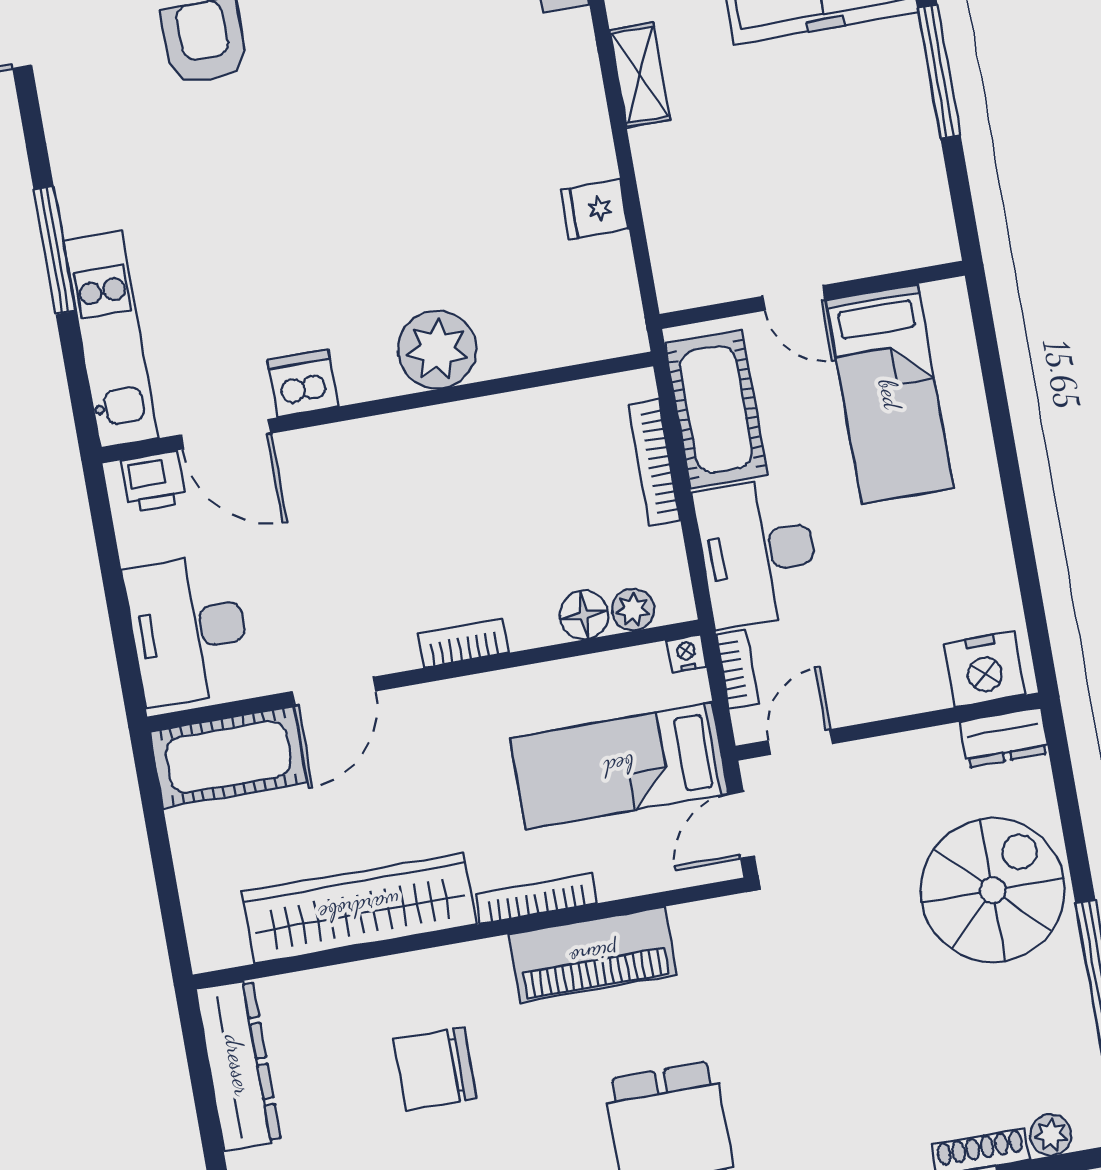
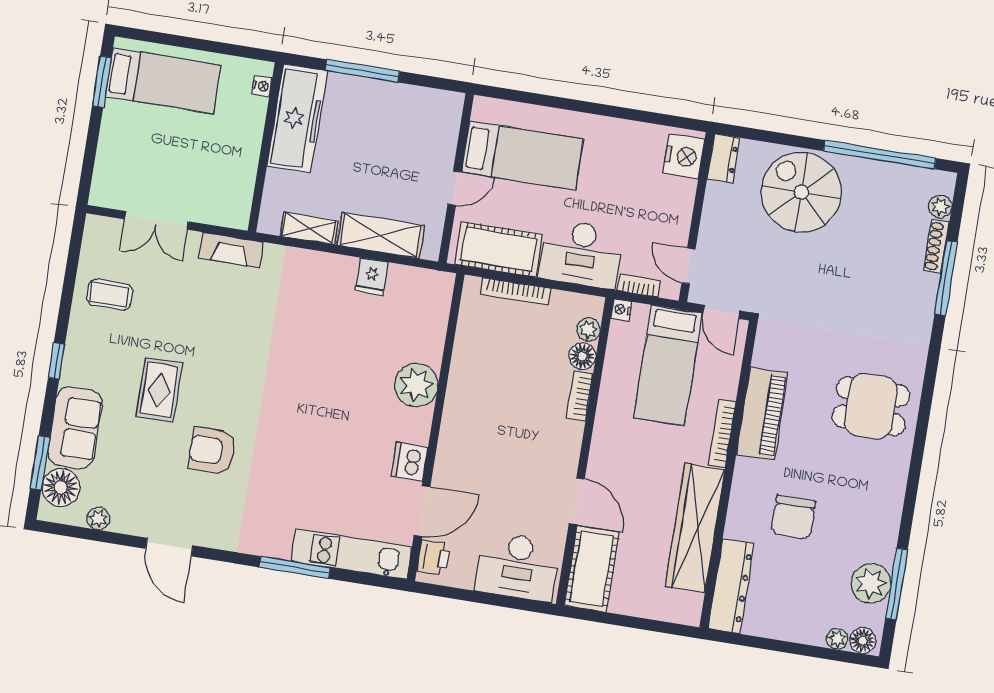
shelving: (670, 200) -> (381, 235), added
bookcase: (463, 643) -> (580, 396), moved
dresser: (238, 1065) -> (731, 586), moved, turned 90

